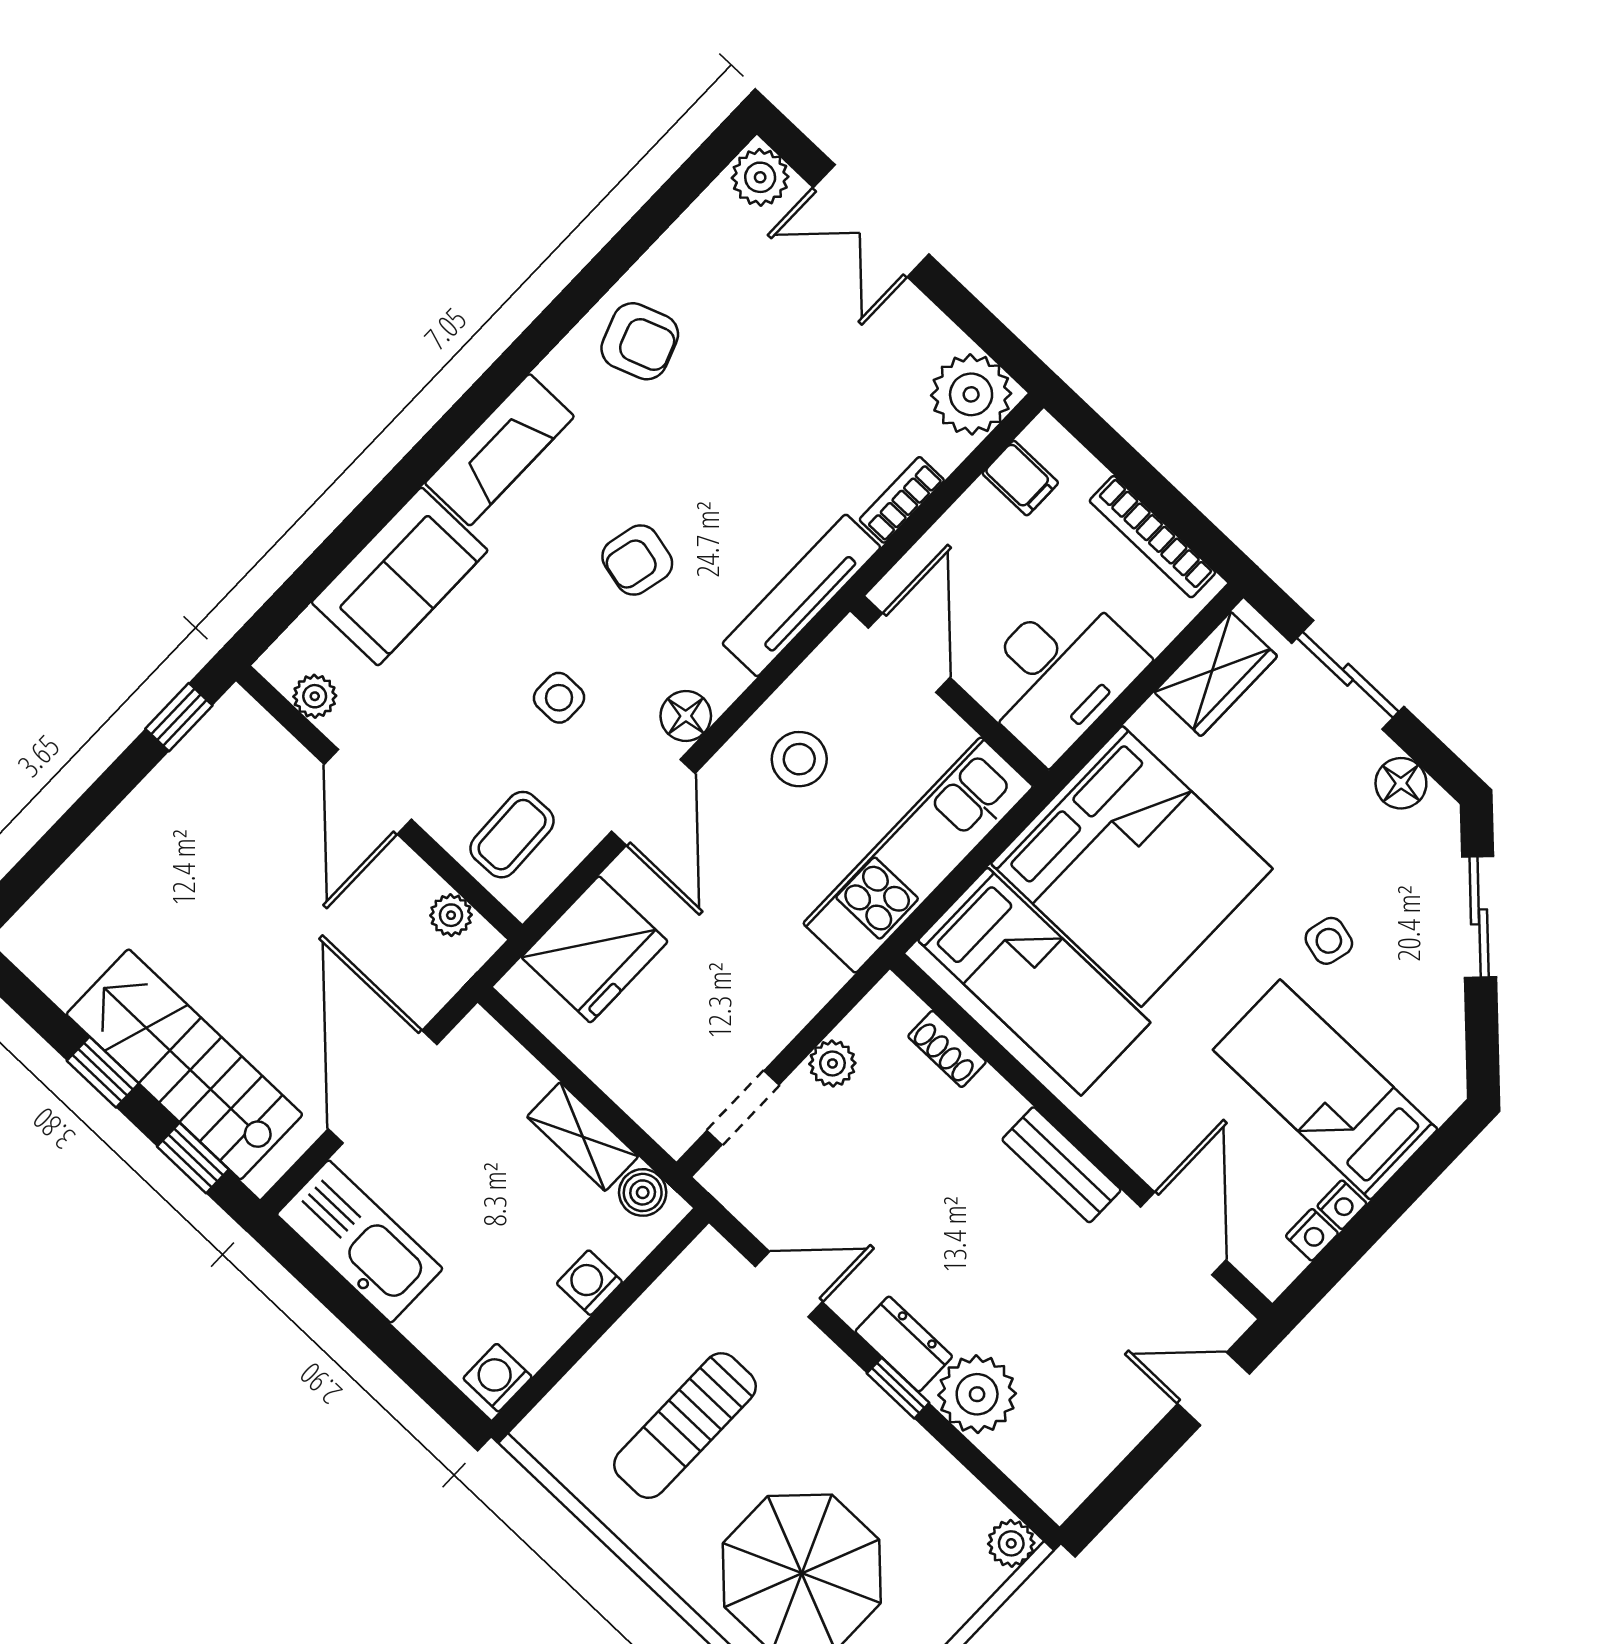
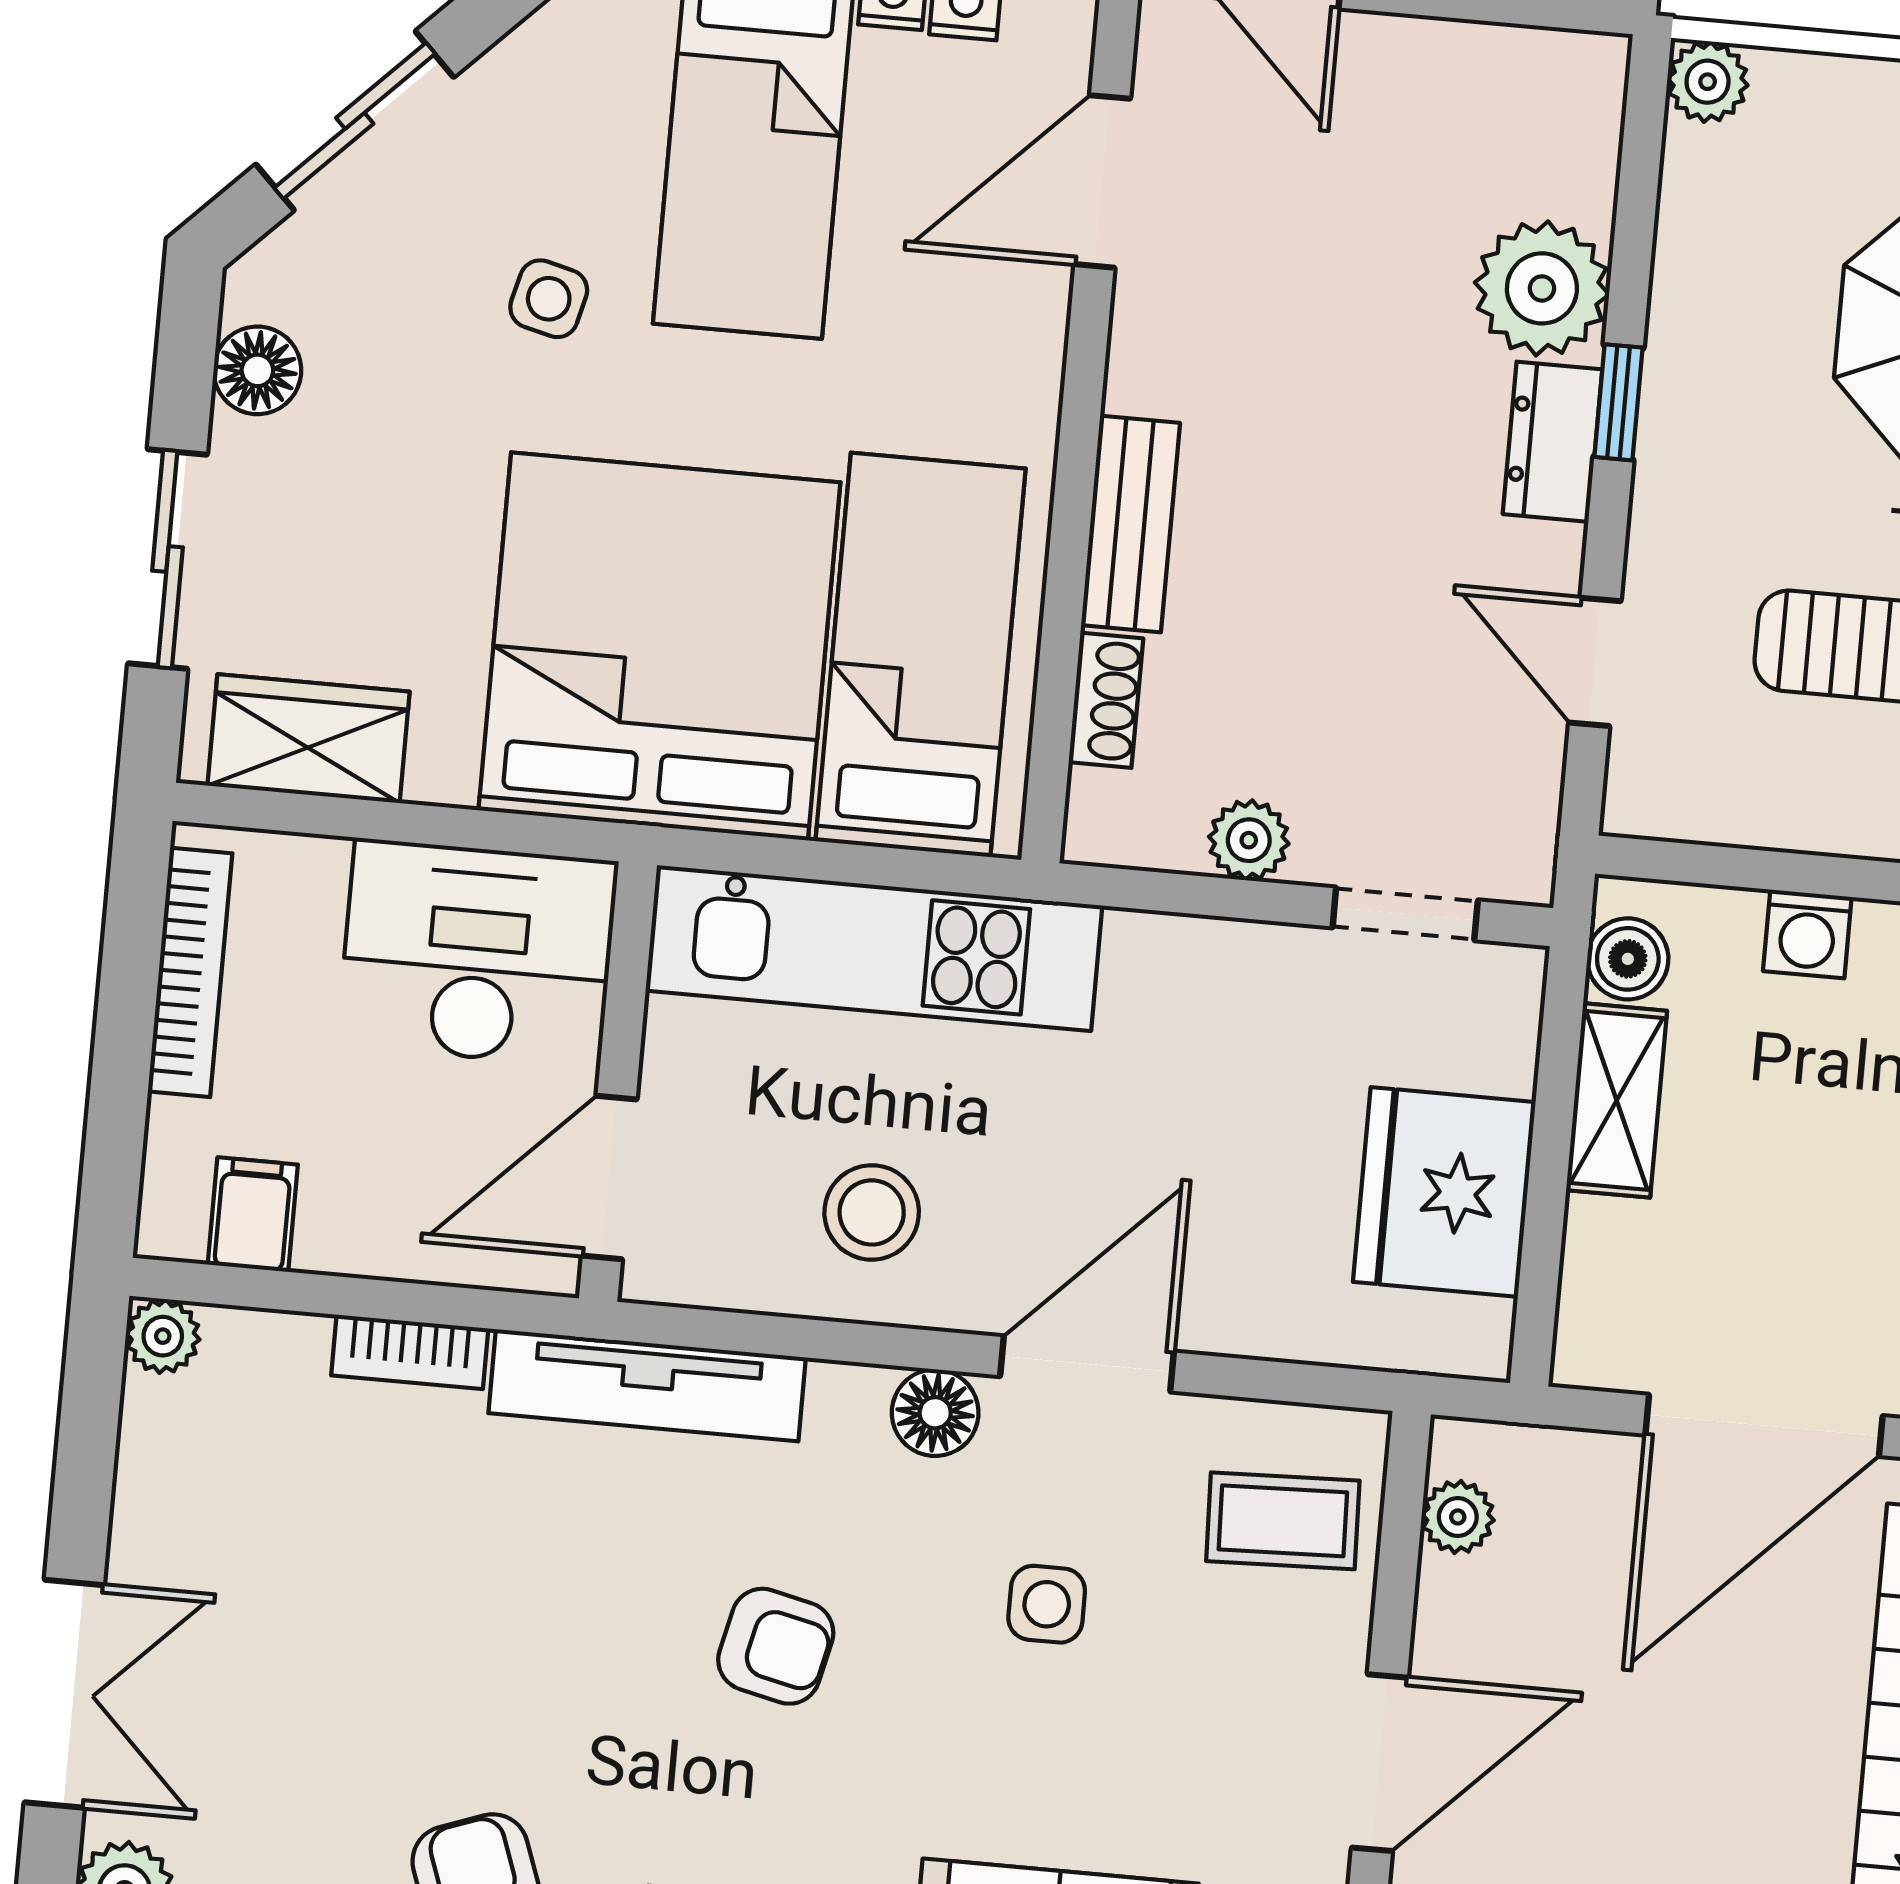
plant: (971, 394) -> (163, 1336), width x0.53, depth x0.53
fridge: (595, 949) -> (1444, 1192), moved, turned -90
bench: (1061, 1165) -> (1131, 524), moved

